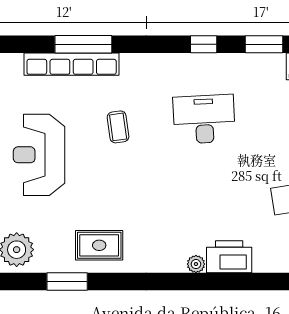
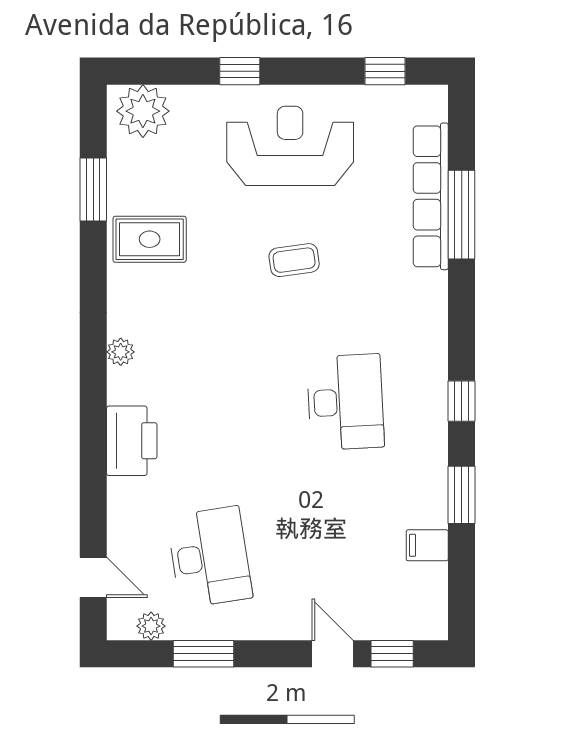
coffee table: (118, 127) -> (294, 260), moved
rug: (99, 245) -> (150, 239), turned 90
plant: (196, 264) -> (121, 352), moved

